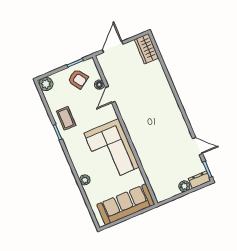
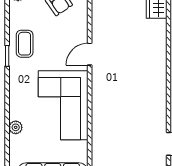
floor lamp: (99, 85) -> (82, 20), removed
door: (110, 95) -> (90, 54), moved

